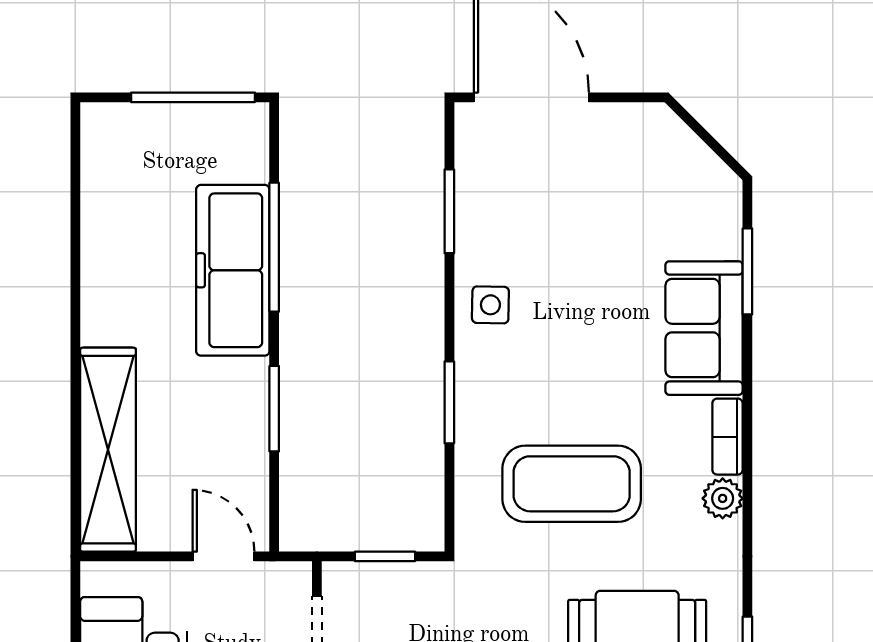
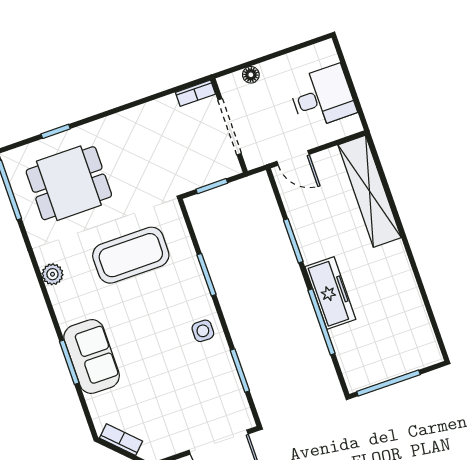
freezer: (233, 270) -> (330, 293), width x0.73, depth x0.79
window: (747, 271) -> (69, 362), moved
bookcase: (728, 437) -> (121, 440), moved, turned -45

